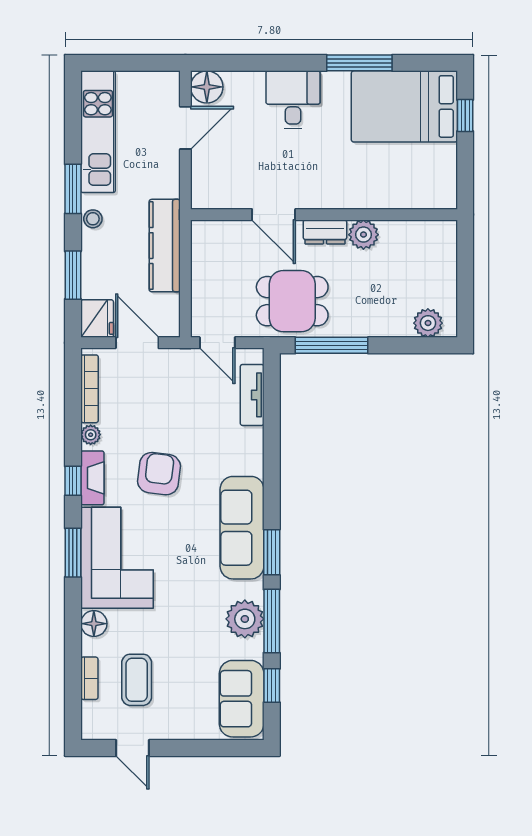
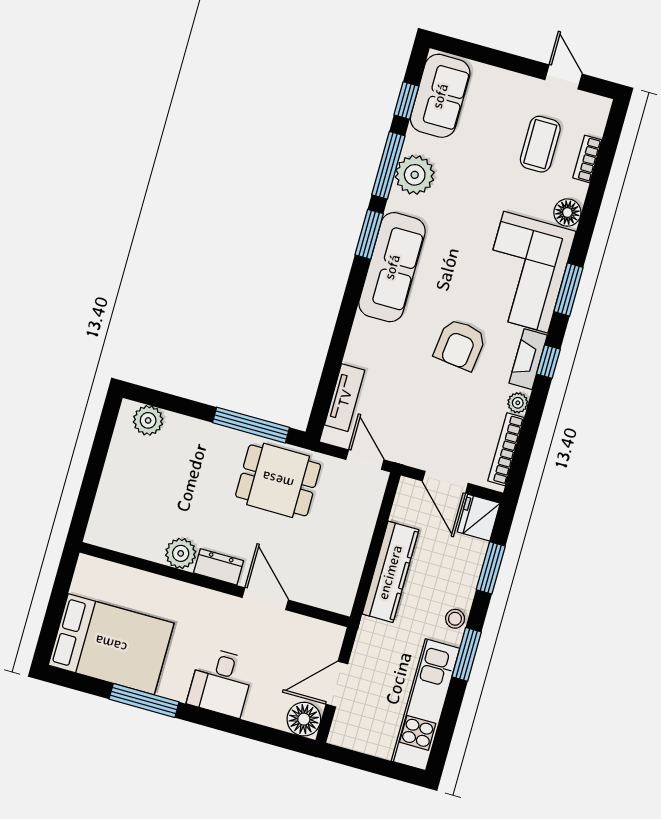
window: (465, 115) -> (53, 618), removed
door: (274, 215) -> (265, 599), moved
wall: (324, 215) -> (215, 585), moved
dresser: (325, 232) -> (219, 567), moved
plant: (363, 235) -> (181, 553), moved

